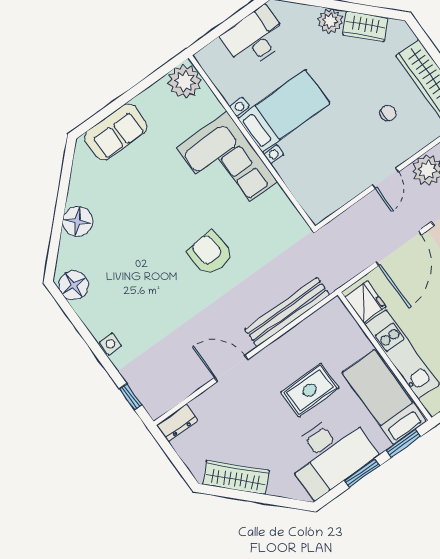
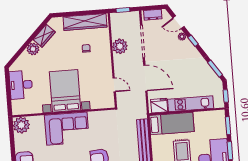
bed with nightstands: (284, 111) -> (65, 91), width x1.36
door: (386, 178) -> (114, 85), moved
bed: (384, 397) -> (172, 123), moved, turned 180

